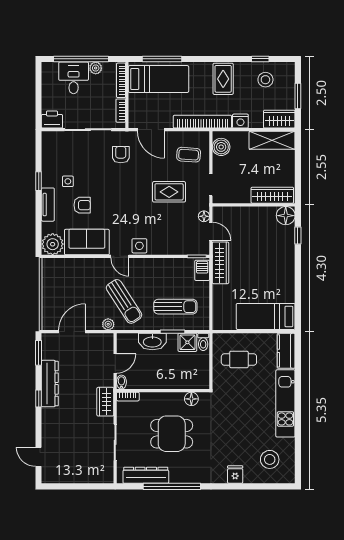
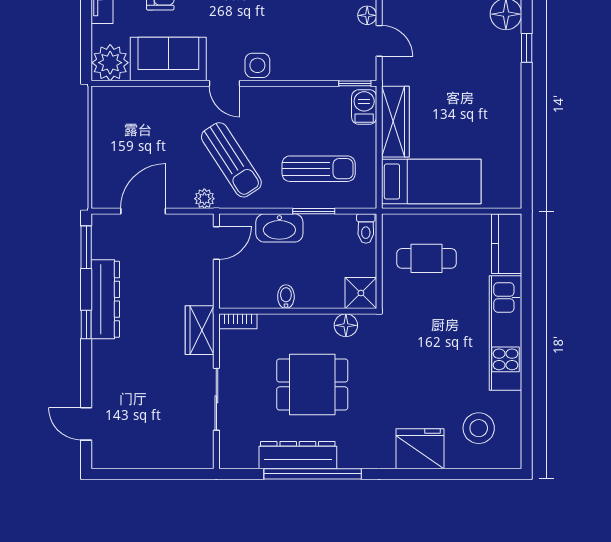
wardrobe: (221, 263) -> (395, 122), moved
bed: (266, 316) -> (431, 182), moved, turned 180
shower: (187, 342) -> (361, 293), moved
door: (115, 363) -> (216, 243), moved
bidet: (121, 382) -> (286, 297), moved
dresser: (146, 475) -> (298, 455), moved
fridge: (235, 475) -> (420, 449), width x1.88, depth x1.34

